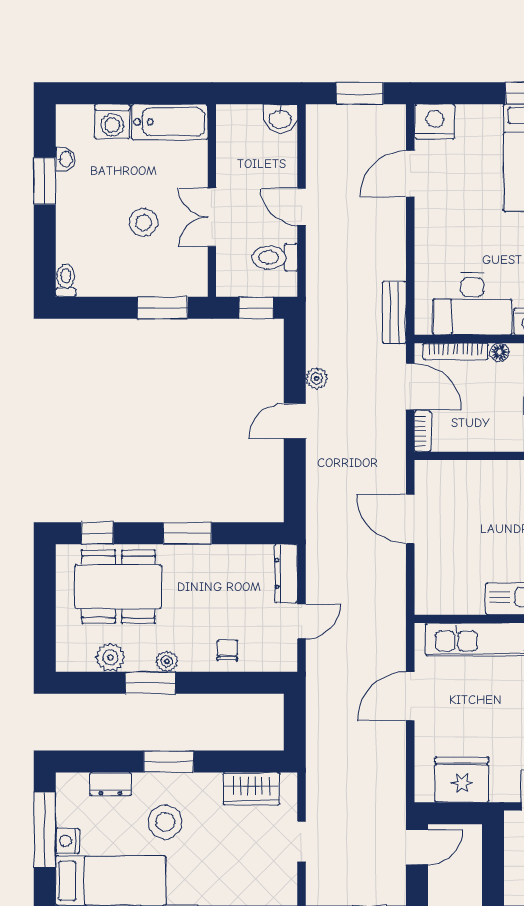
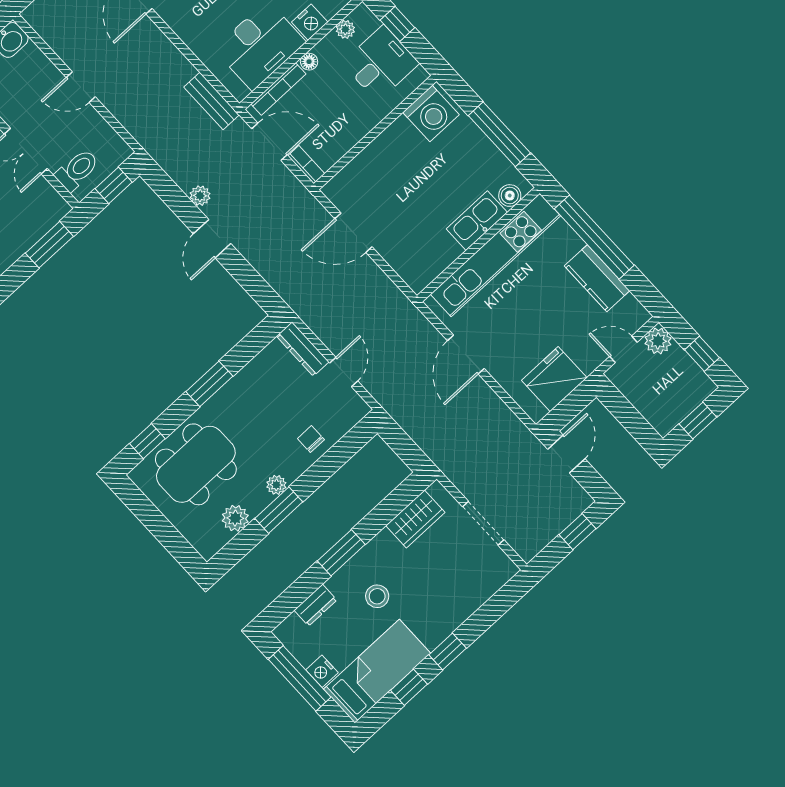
toilet: (275, 258) -> (77, 170), moved, turned 180
stool: (165, 822) -> (377, 596), width x0.73, depth x0.73
doorway: (302, 841) -> (483, 523), width x1.38

